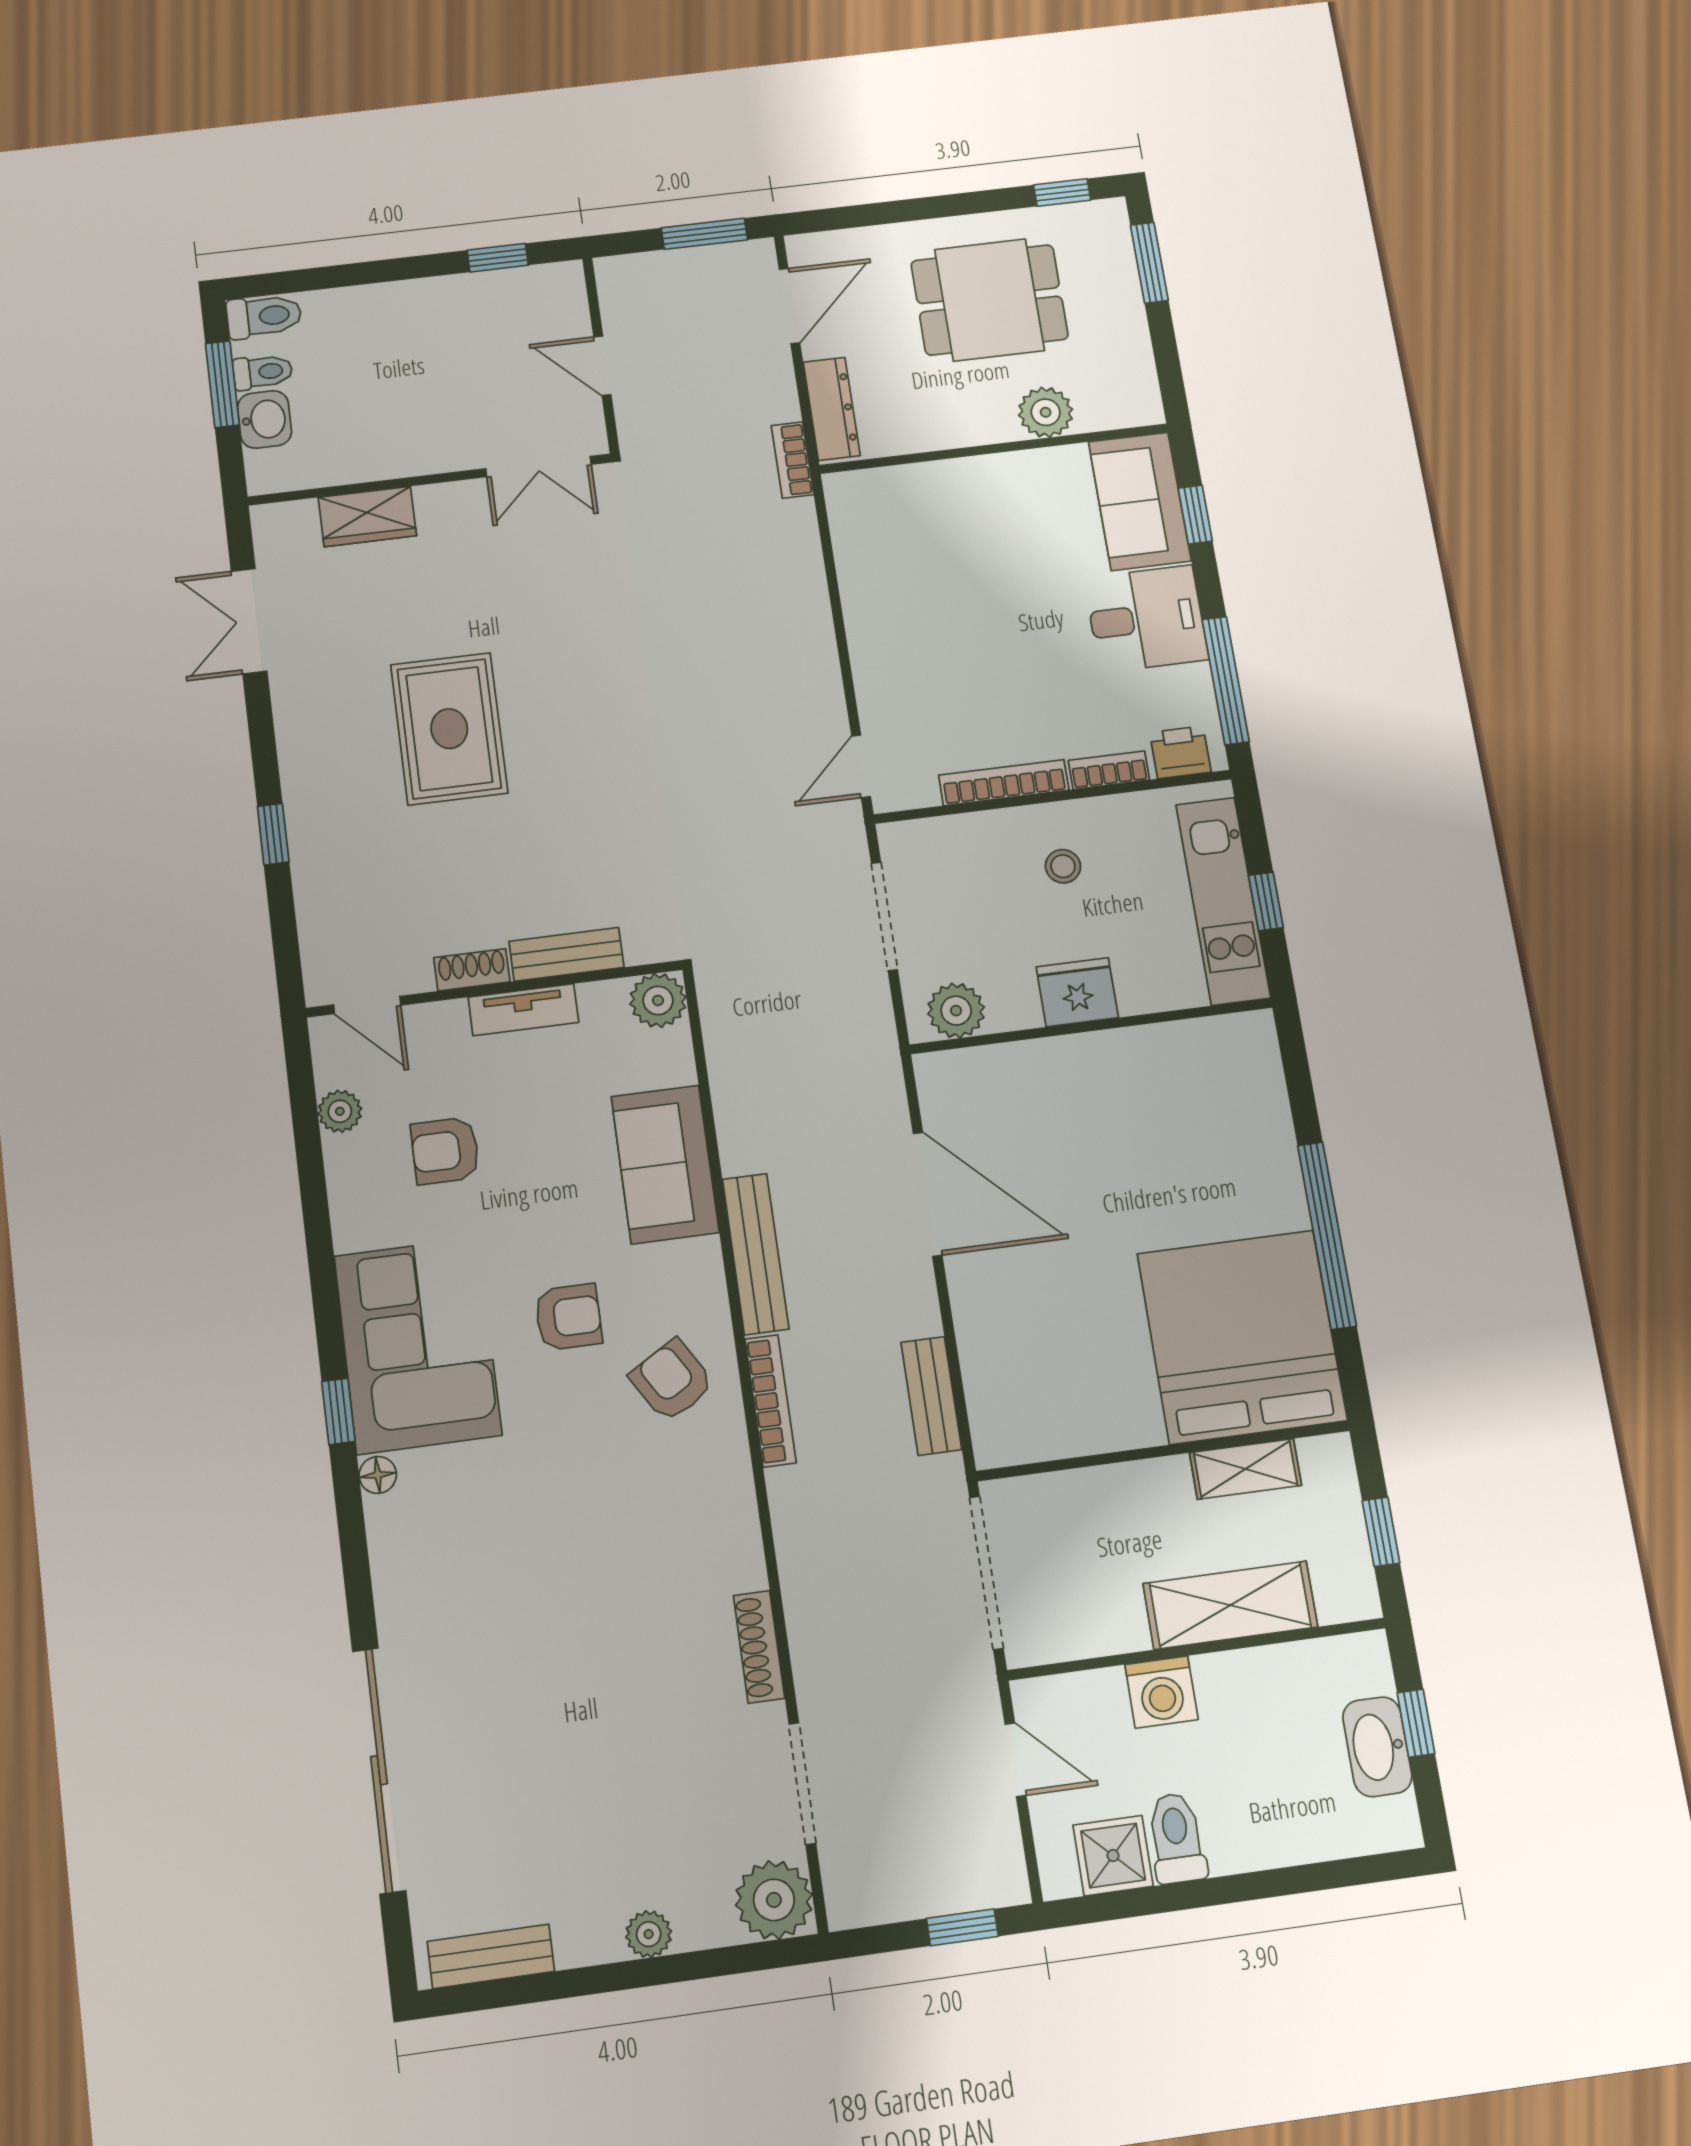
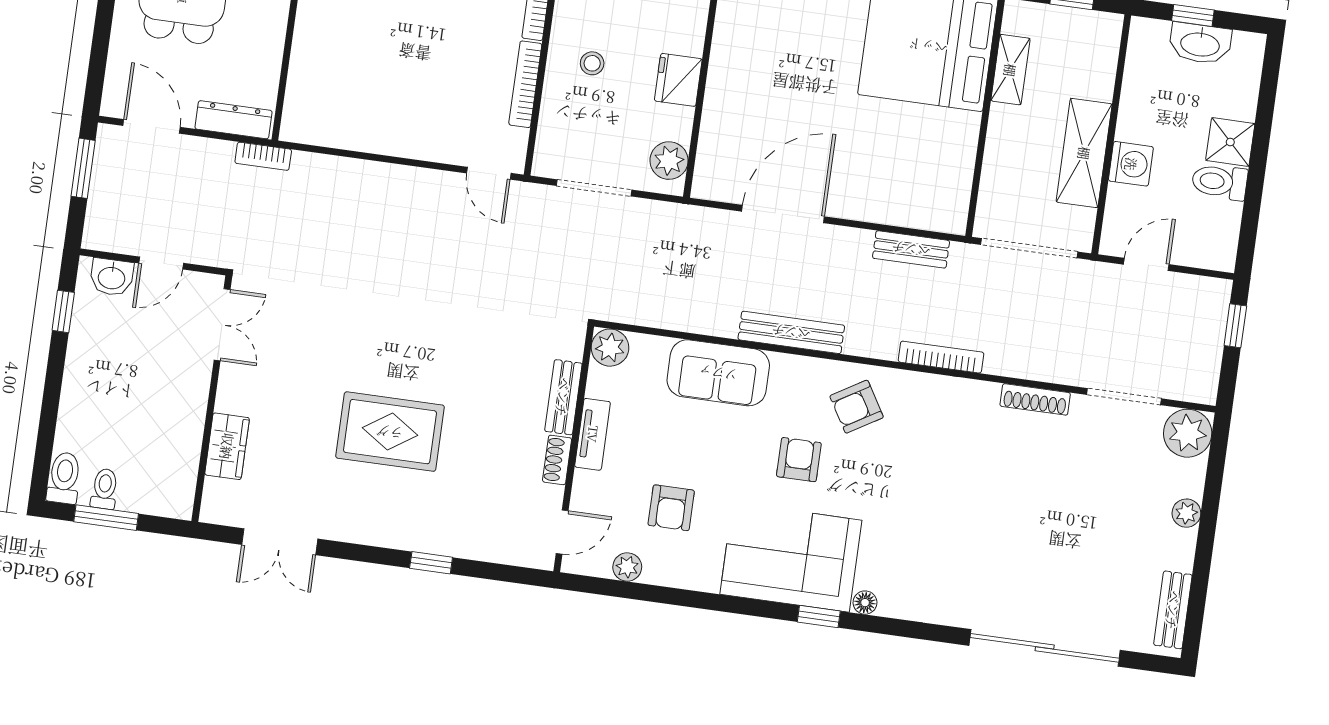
washbasin: (264, 419) -> (112, 277), moved, turned 180
bookcase: (771, 1401) -> (941, 357), moved
shelving: (1230, 1605) -> (1084, 153), moved
shower: (1113, 1856) -> (1230, 142), moved

